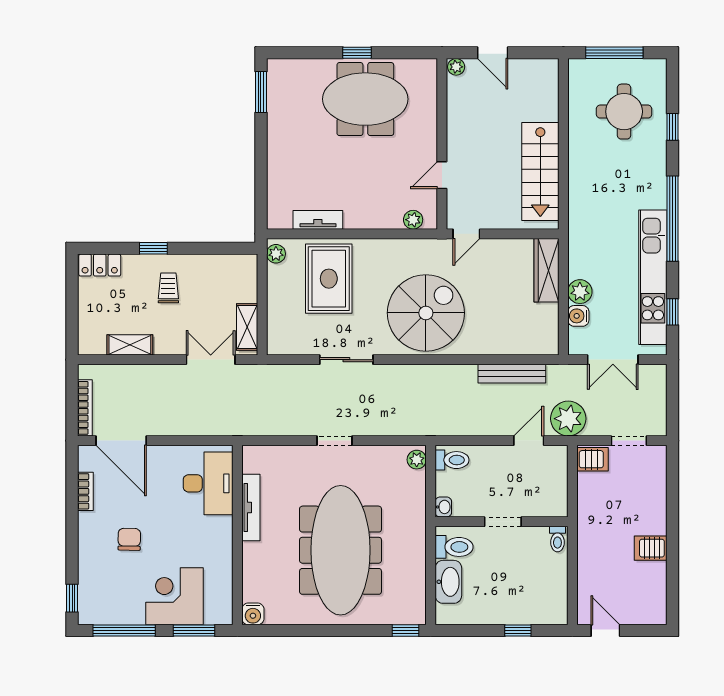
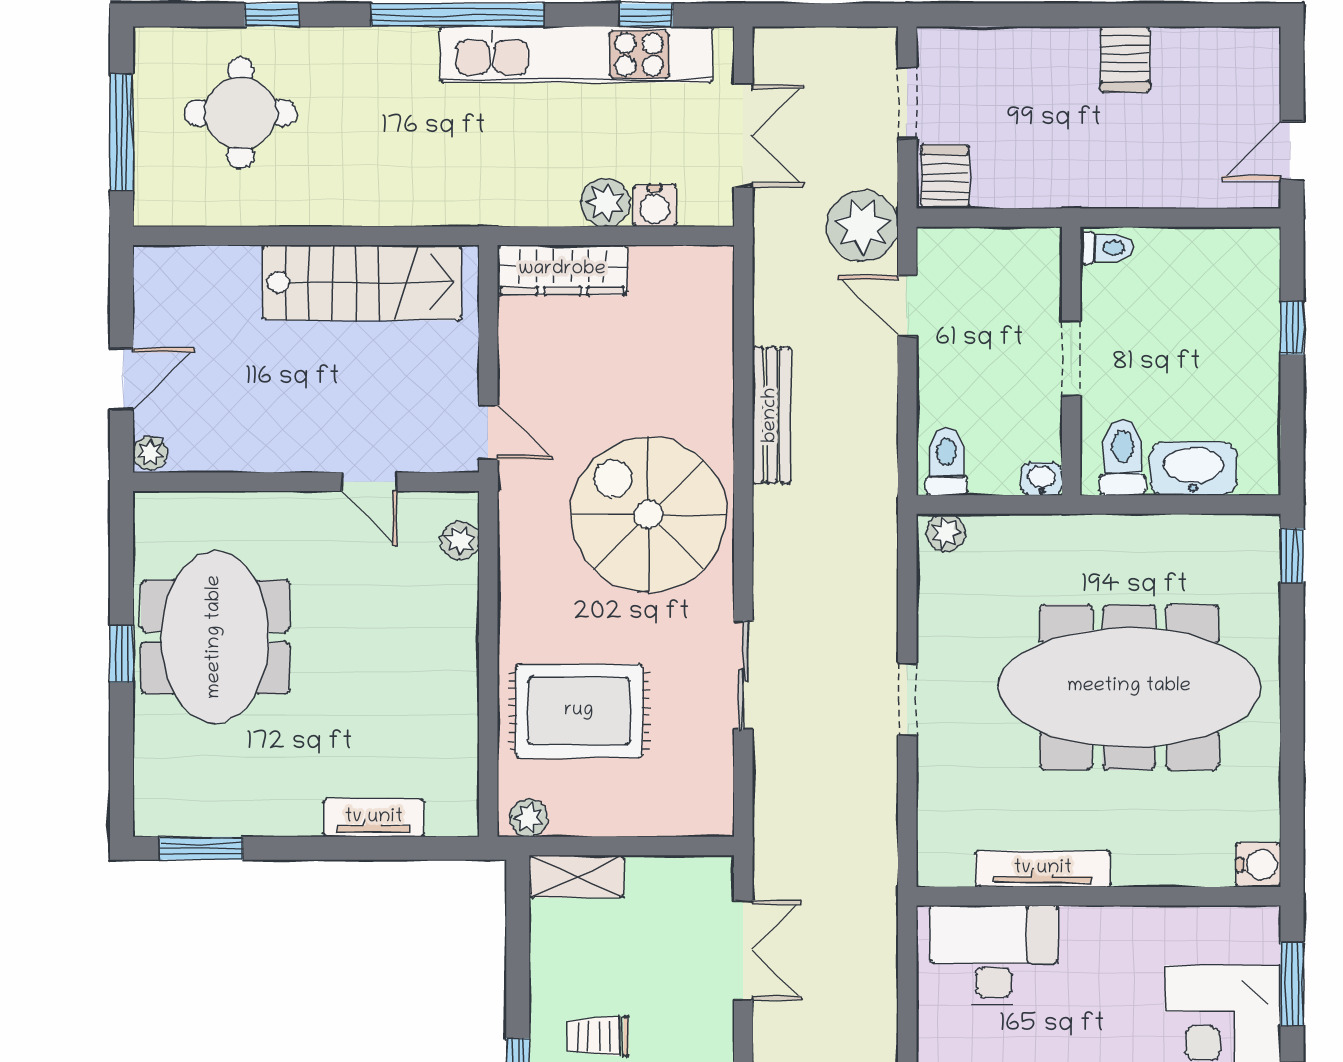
tv unit: (318, 220) -> (374, 818), moved, turned 90
shelving: (247, 327) -> (576, 876), moved
double door: (211, 360) -> (743, 950), swing flipped
bench: (512, 374) -> (771, 415), moved

